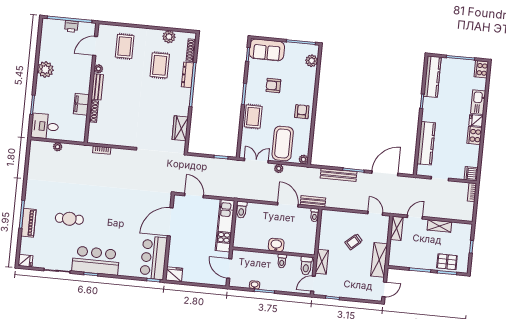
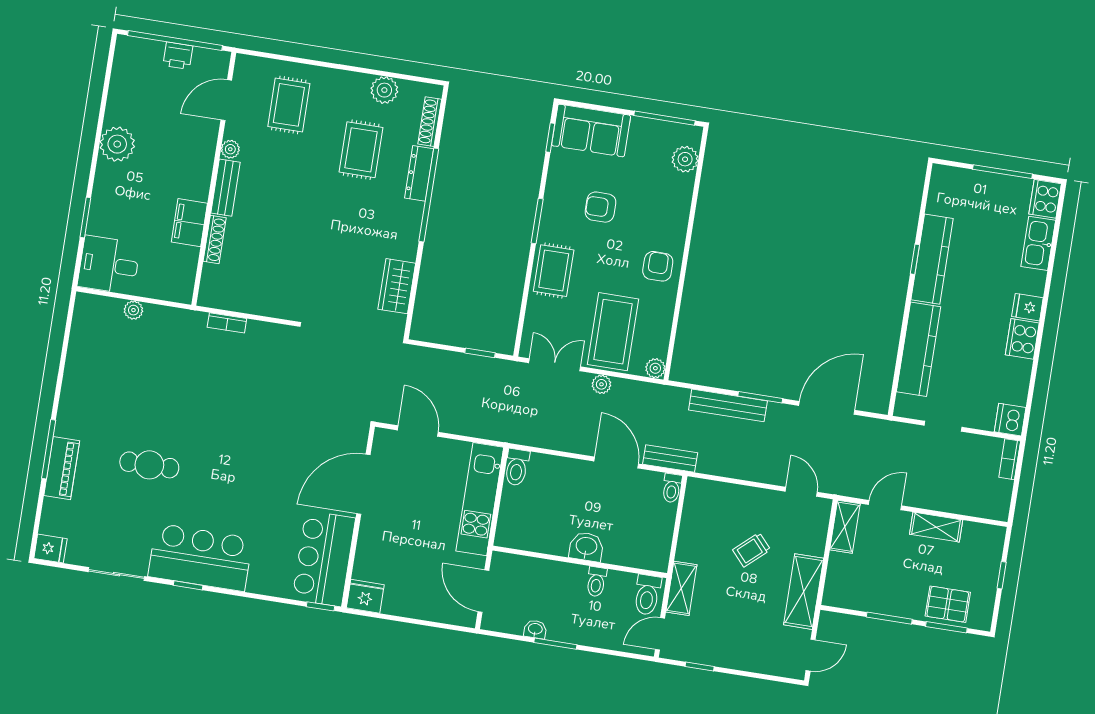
kitchen counter: (432, 77) -> (932, 259), moved
kitchen sink: (478, 102) -> (1038, 243), moved

